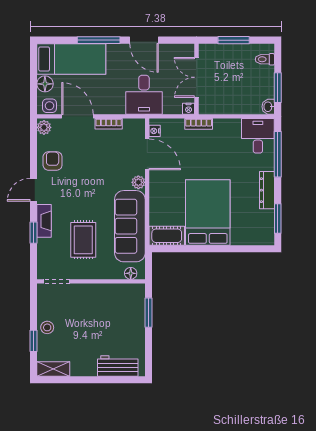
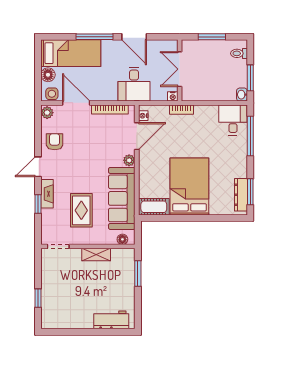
bookcase: (109, 124) -> (110, 109), width x1.56
door: (147, 154) -> (137, 136), hinge flipped
dresser: (267, 190) -> (241, 195), moved
stool: (47, 327) -> (50, 286), removed
shelving: (53, 369) -> (96, 255), moved

